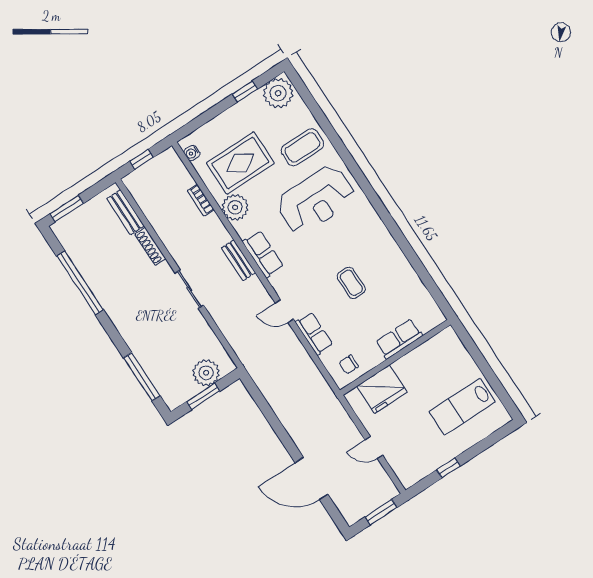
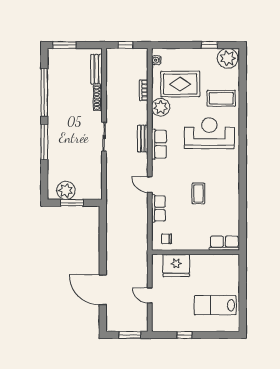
reception desk: (316, 200) -> (209, 133), turned 180
row of seats: (399, 339) -> (224, 243), moved
plant: (206, 373) -> (66, 190), moved
window: (142, 377) -> (44, 142), moved

